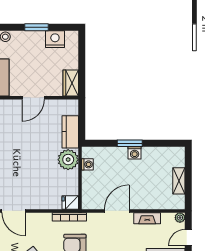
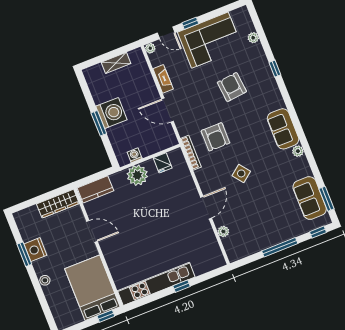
nightstand: (55, 39) -> (35, 250), moved
wardrobe: (71, 83) -> (58, 204), width x1.50
kitchen counter: (70, 132) -> (95, 189), moved
washing machine: (135, 153) -> (111, 113), width x1.89, depth x1.89
fridge: (70, 202) -> (163, 163), moved

